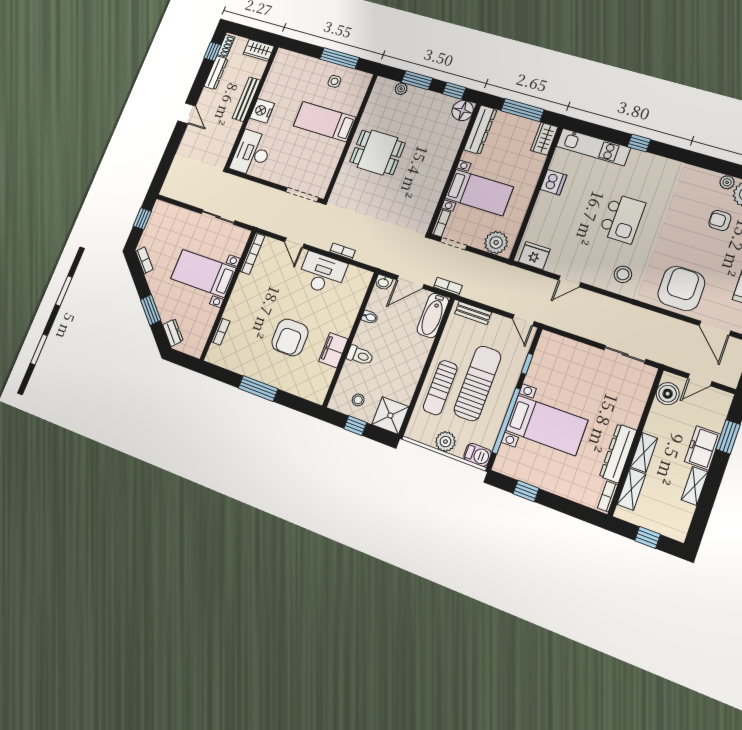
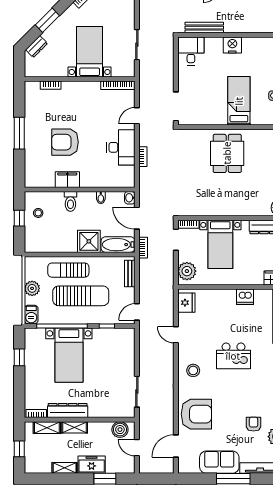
bench: (246, 99) -> (204, 28), moved
desk: (252, 153) -> (191, 51), width x0.73
shower: (390, 416) -> (89, 241), moved

